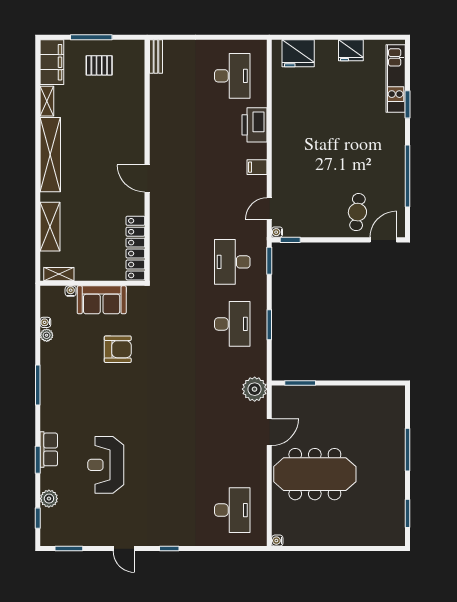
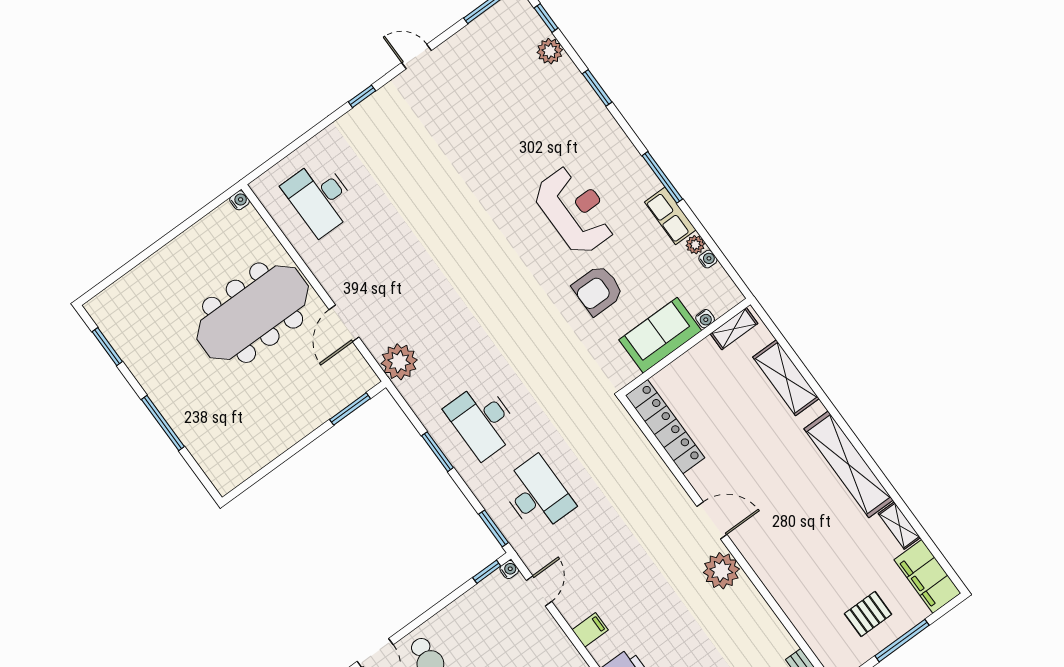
plant: (162, 147) -> (721, 571), added
row of seats: (49, 449) -> (670, 216), moved
reception desk: (106, 465) -> (575, 210), moved

